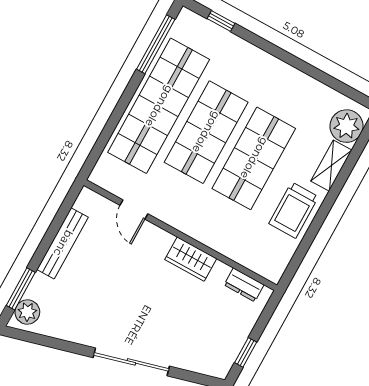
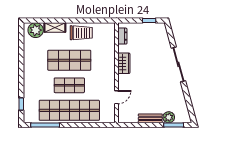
shop shelf: (206, 132) -> (69, 85), width x0.70, depth x0.74
bench: (63, 243) -> (150, 118), width x0.73
plant: (27, 312) -> (169, 117), moved

